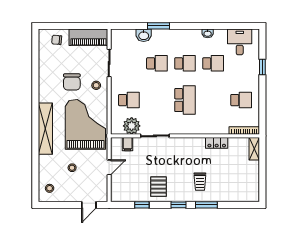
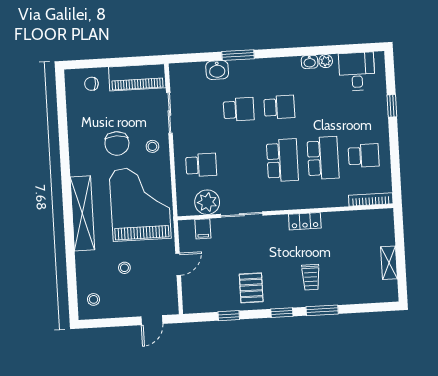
plant: (219, 34) -> (326, 61), added
school desk: (213, 63) -> (323, 158), moved, width x1.85
locker: (217, 143) -> (305, 221), moved
shelving: (254, 149) -> (389, 263), moved

